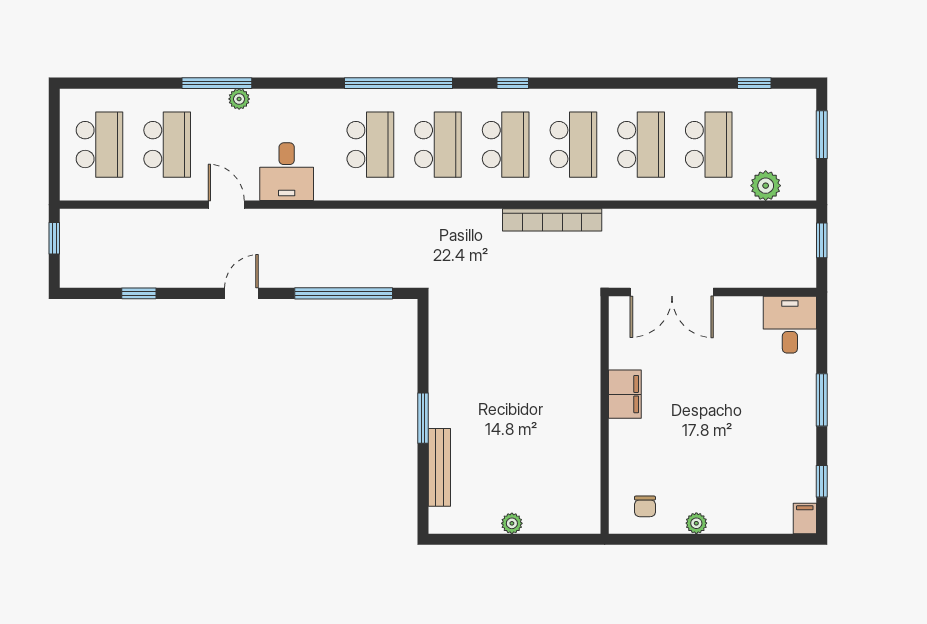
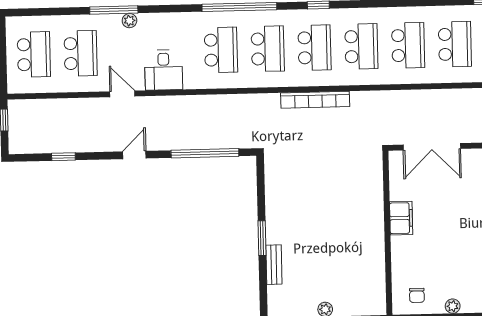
bookcase: (552, 220) -> (315, 100), moved
bench: (439, 467) -> (274, 265), width x0.73

